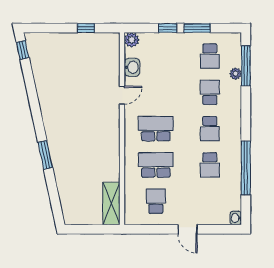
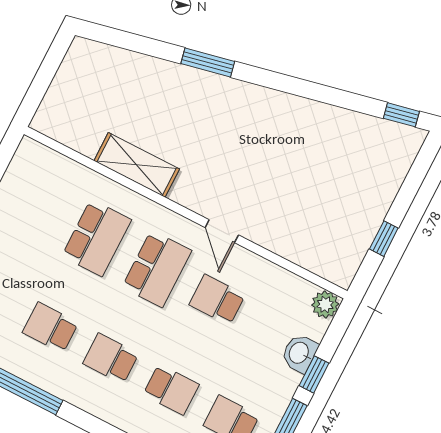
washbasin: (132, 67) -> (300, 353), moved, turned 90
door: (122, 95) -> (222, 231), moved
school desk: (156, 201) -> (217, 300), moved, turned 180
shelving: (111, 204) -> (137, 165), moved

